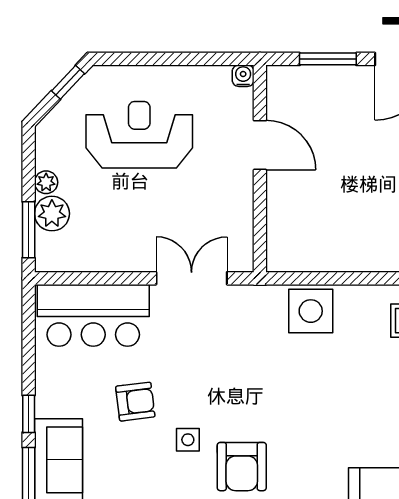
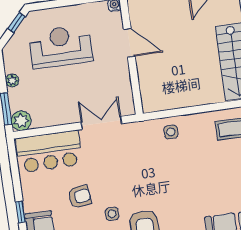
plant: (52, 214) -> (21, 121), moved
side table: (311, 311) -> (171, 132), width x0.54, depth x0.54

